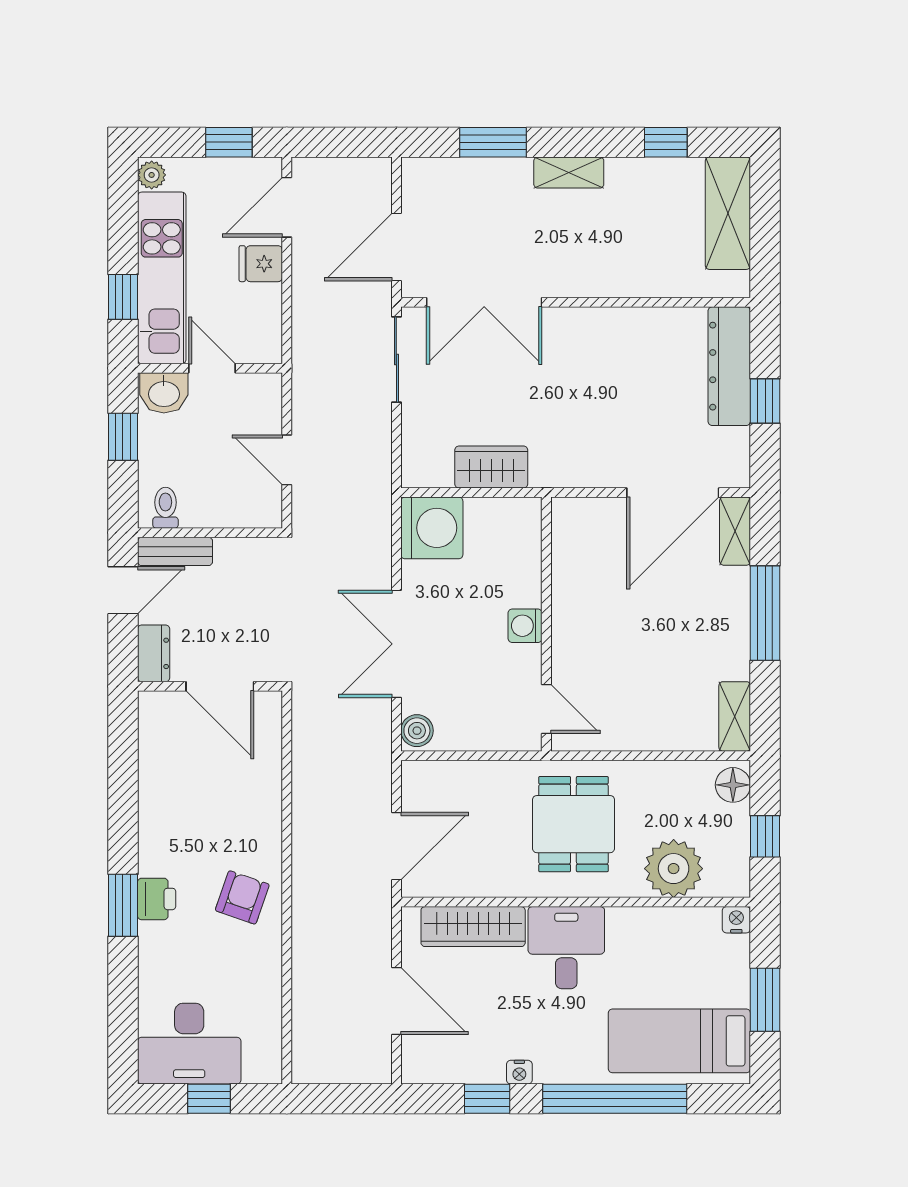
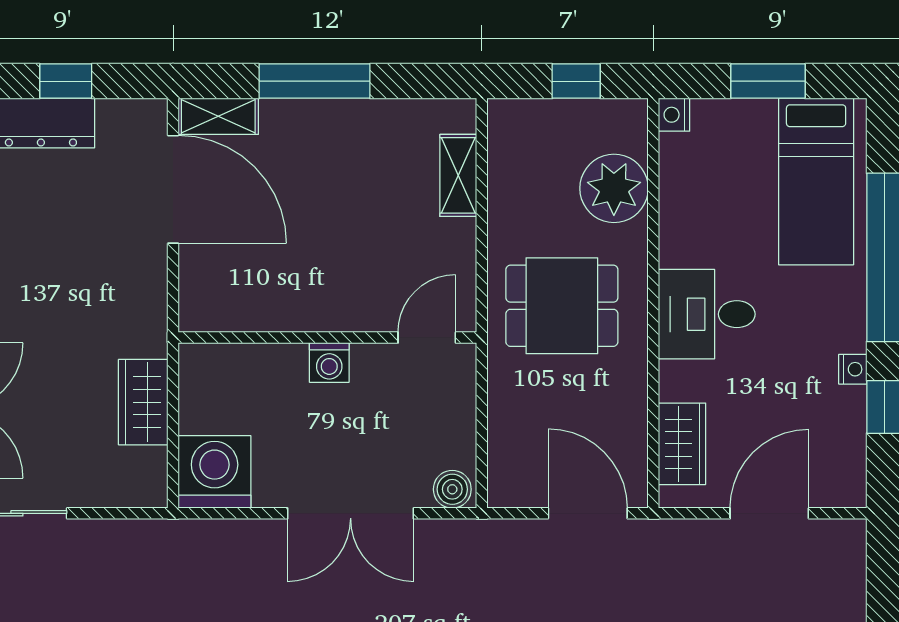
shelving: (735, 716) -> (458, 175), moved, turned 90
floor lamp: (733, 785) -> (516, 119), removed
wardrobe: (473, 927) -> (682, 444), width x0.67

